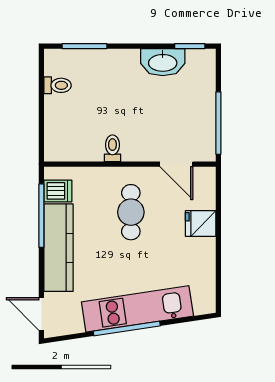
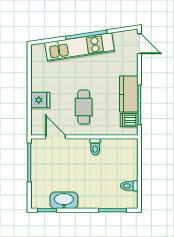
kitchen counter: (58, 248) -> (129, 94), width x0.67

